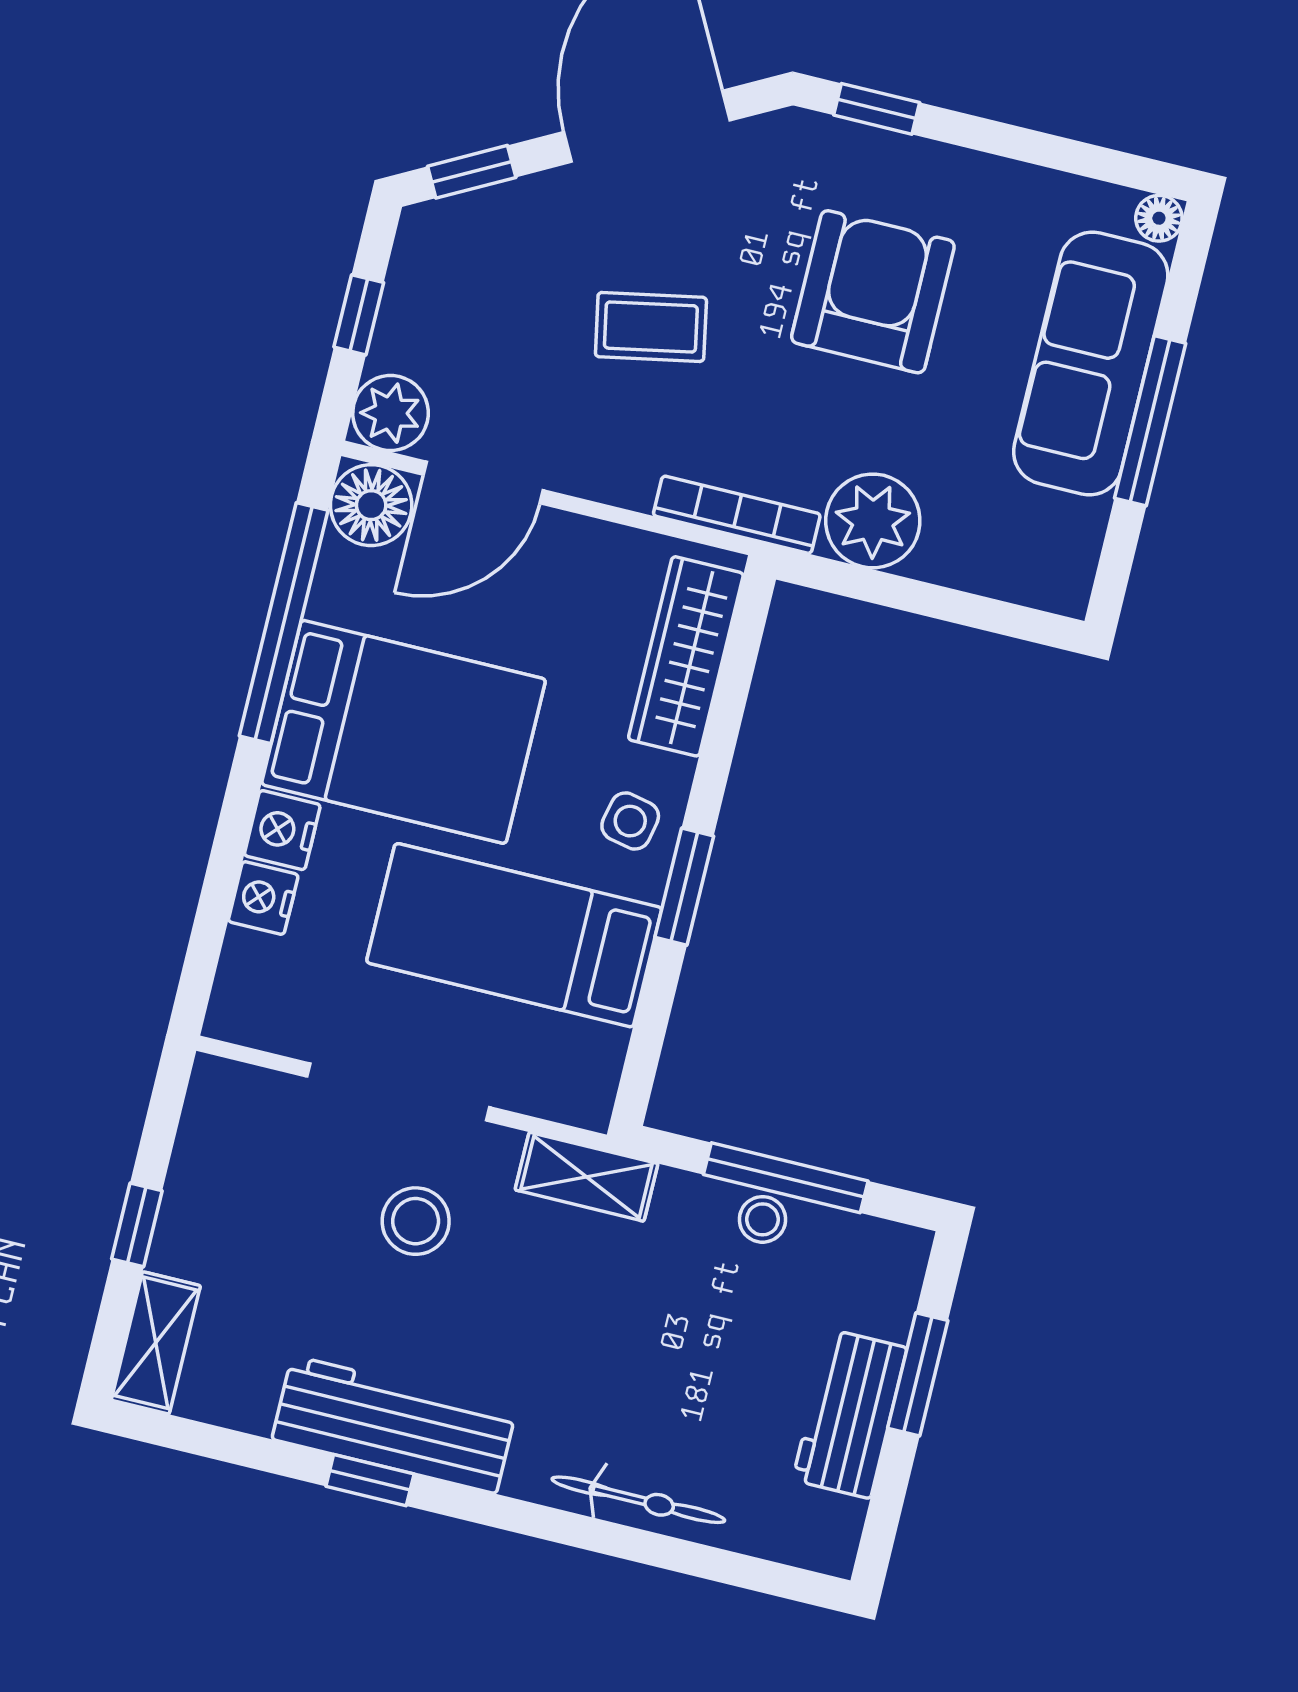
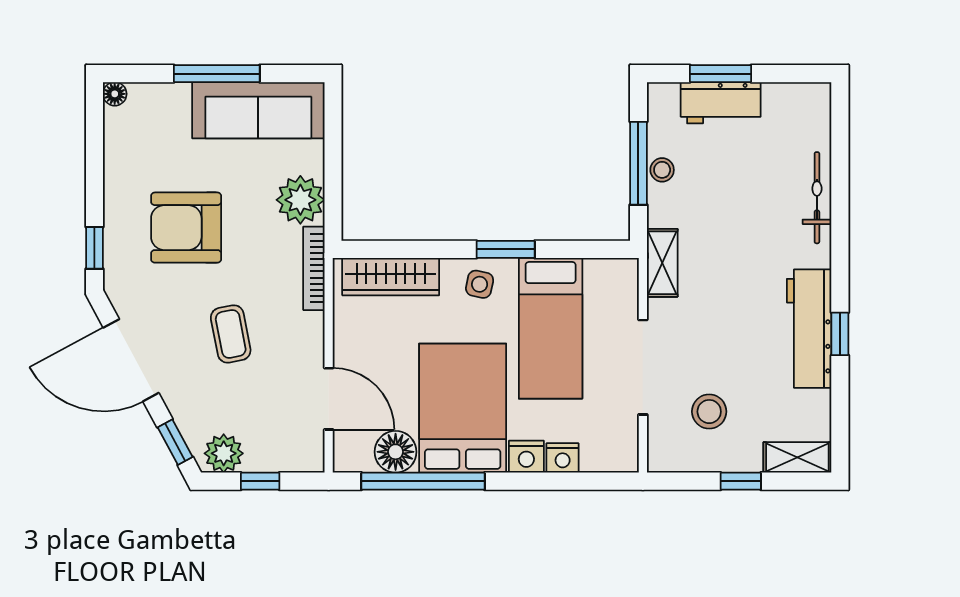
sofa: (1091, 364) -> (258, 110), moved
plant: (391, 413) -> (224, 453), moved
floor lamp: (371, 505) -> (396, 452), moved
stool: (416, 1221) -> (709, 412), moved
workbench: (850, 1414) -> (721, 103), moved

